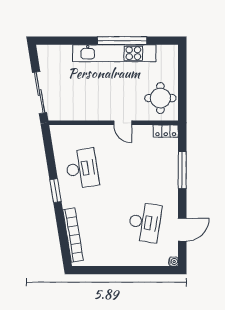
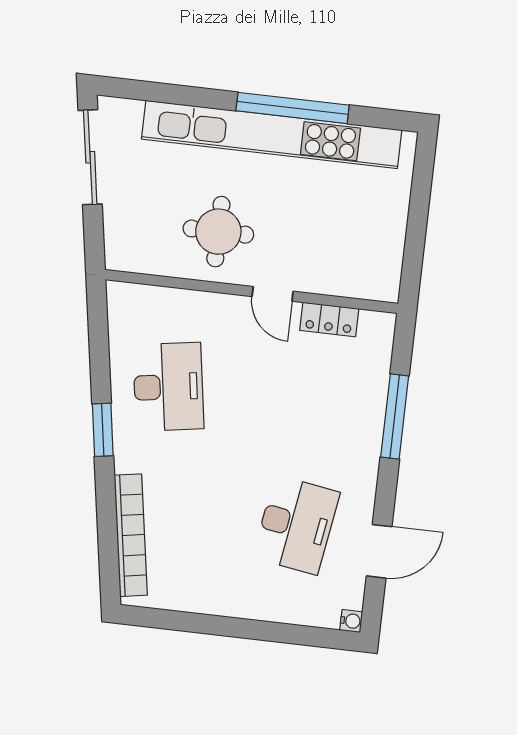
kitchen unit: (114, 53) -> (272, 134), width x1.36
sliding door: (40, 93) -> (90, 157), moved
round table: (160, 98) -> (218, 232), moved
locker: (166, 131) -> (329, 319), moved

